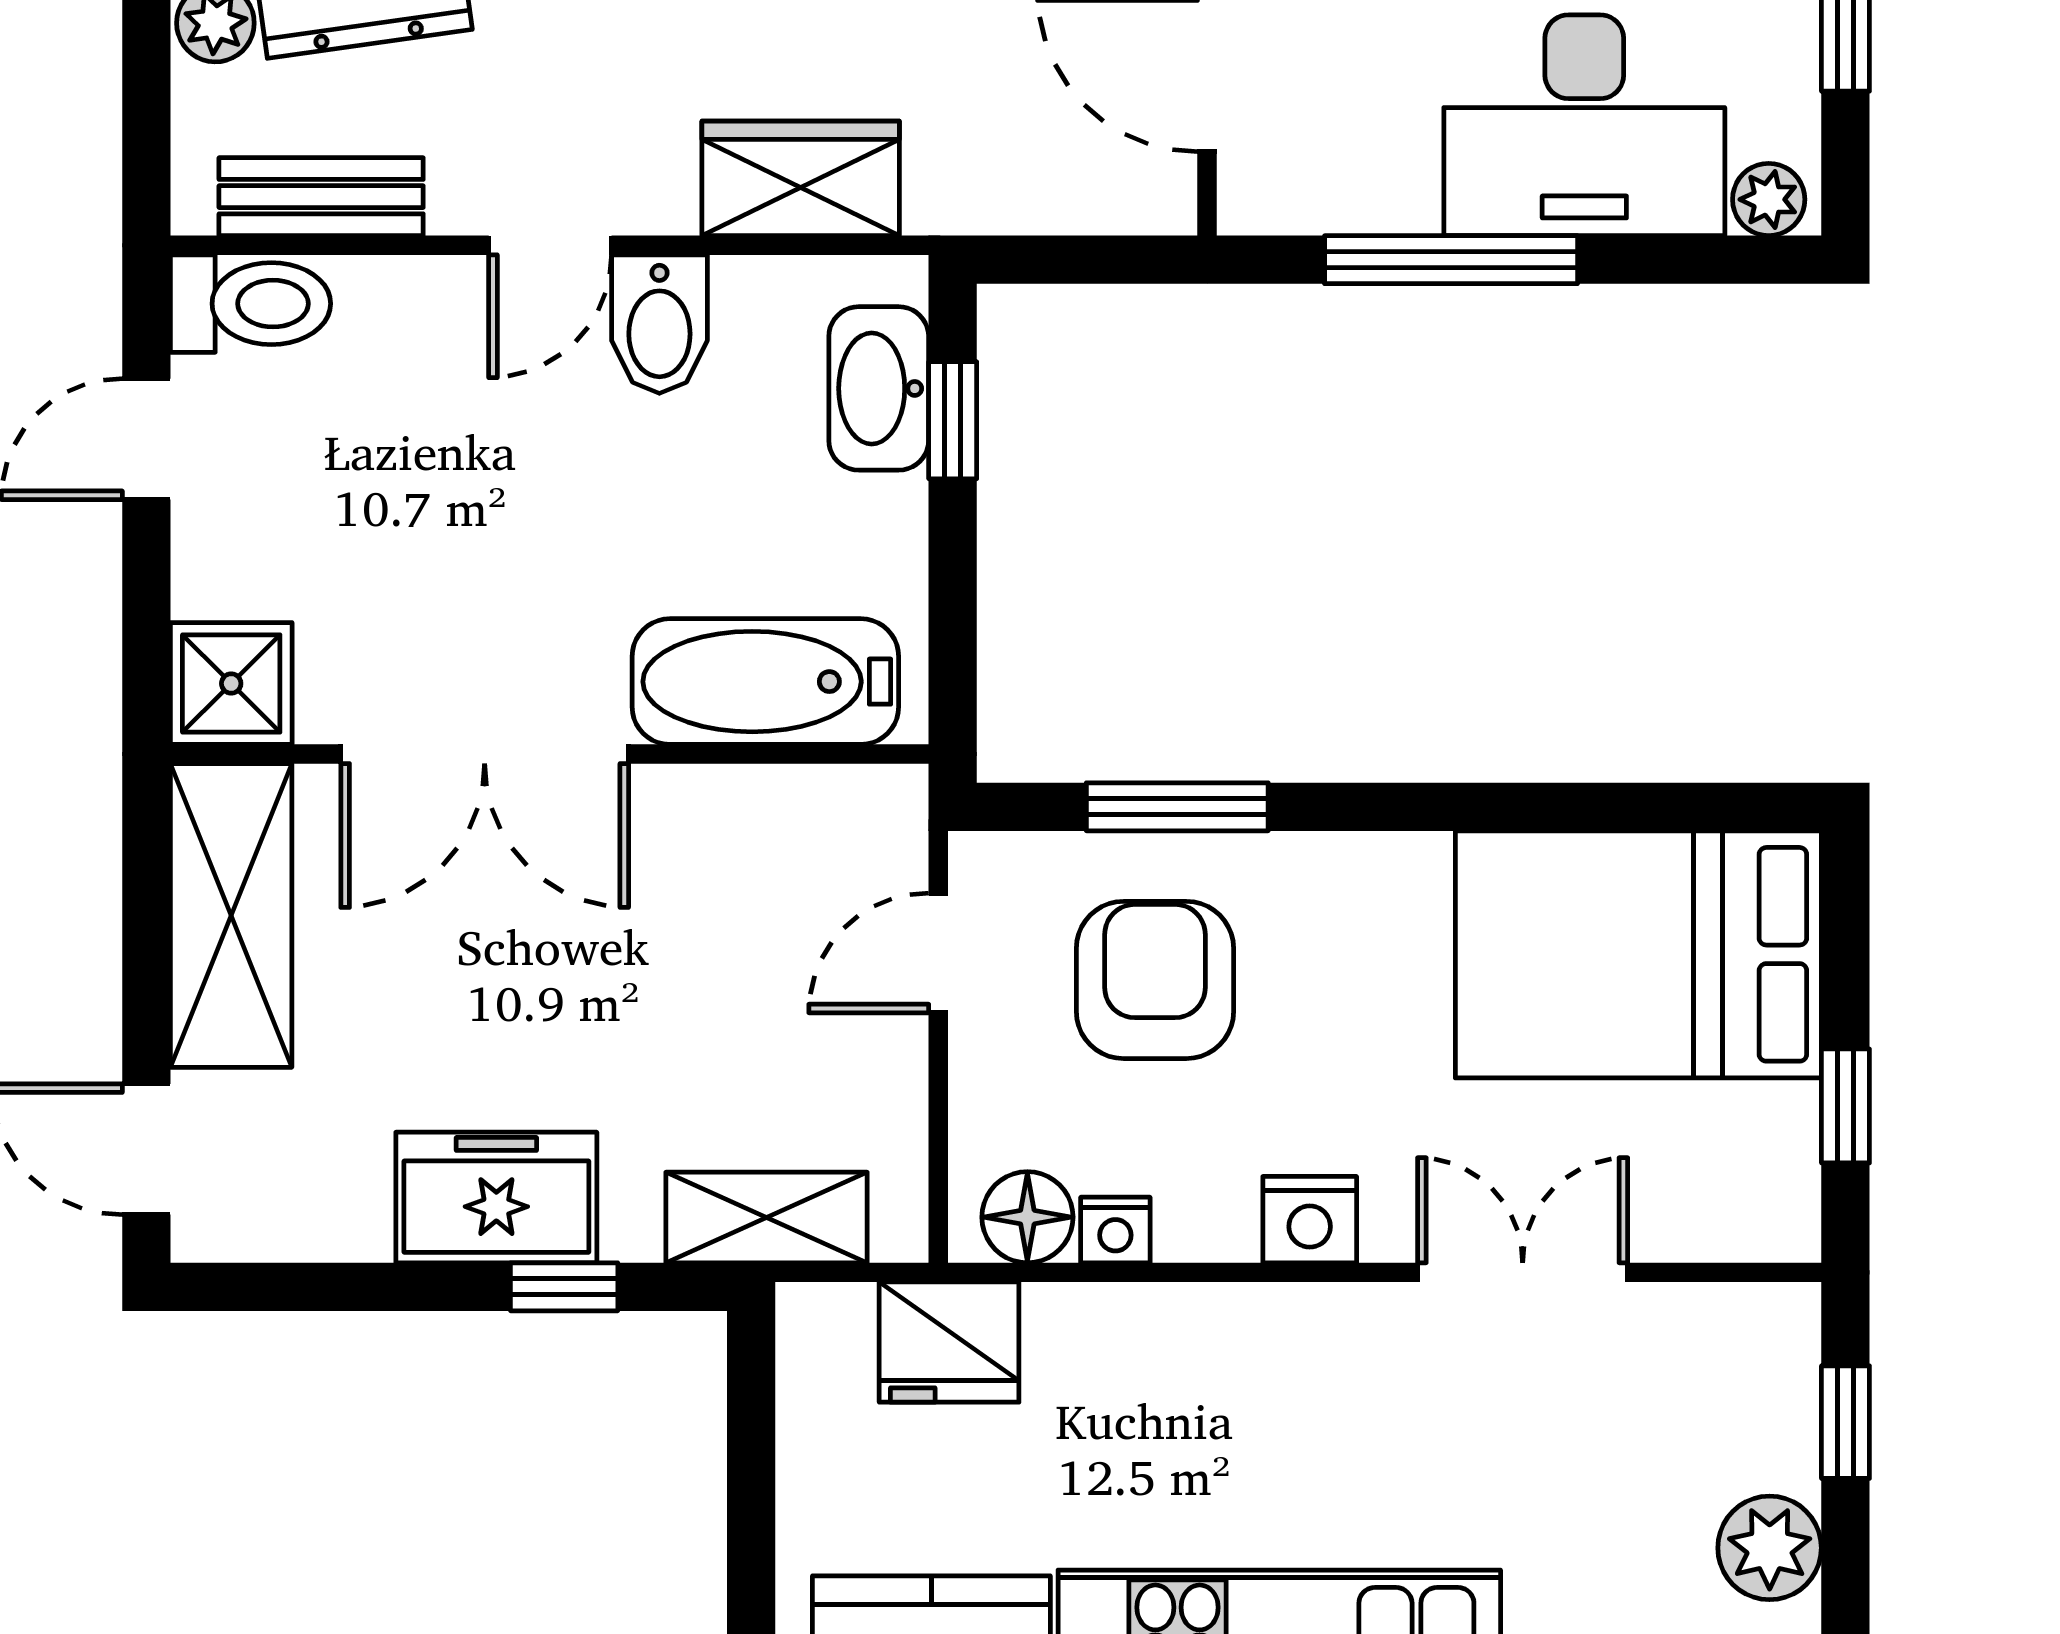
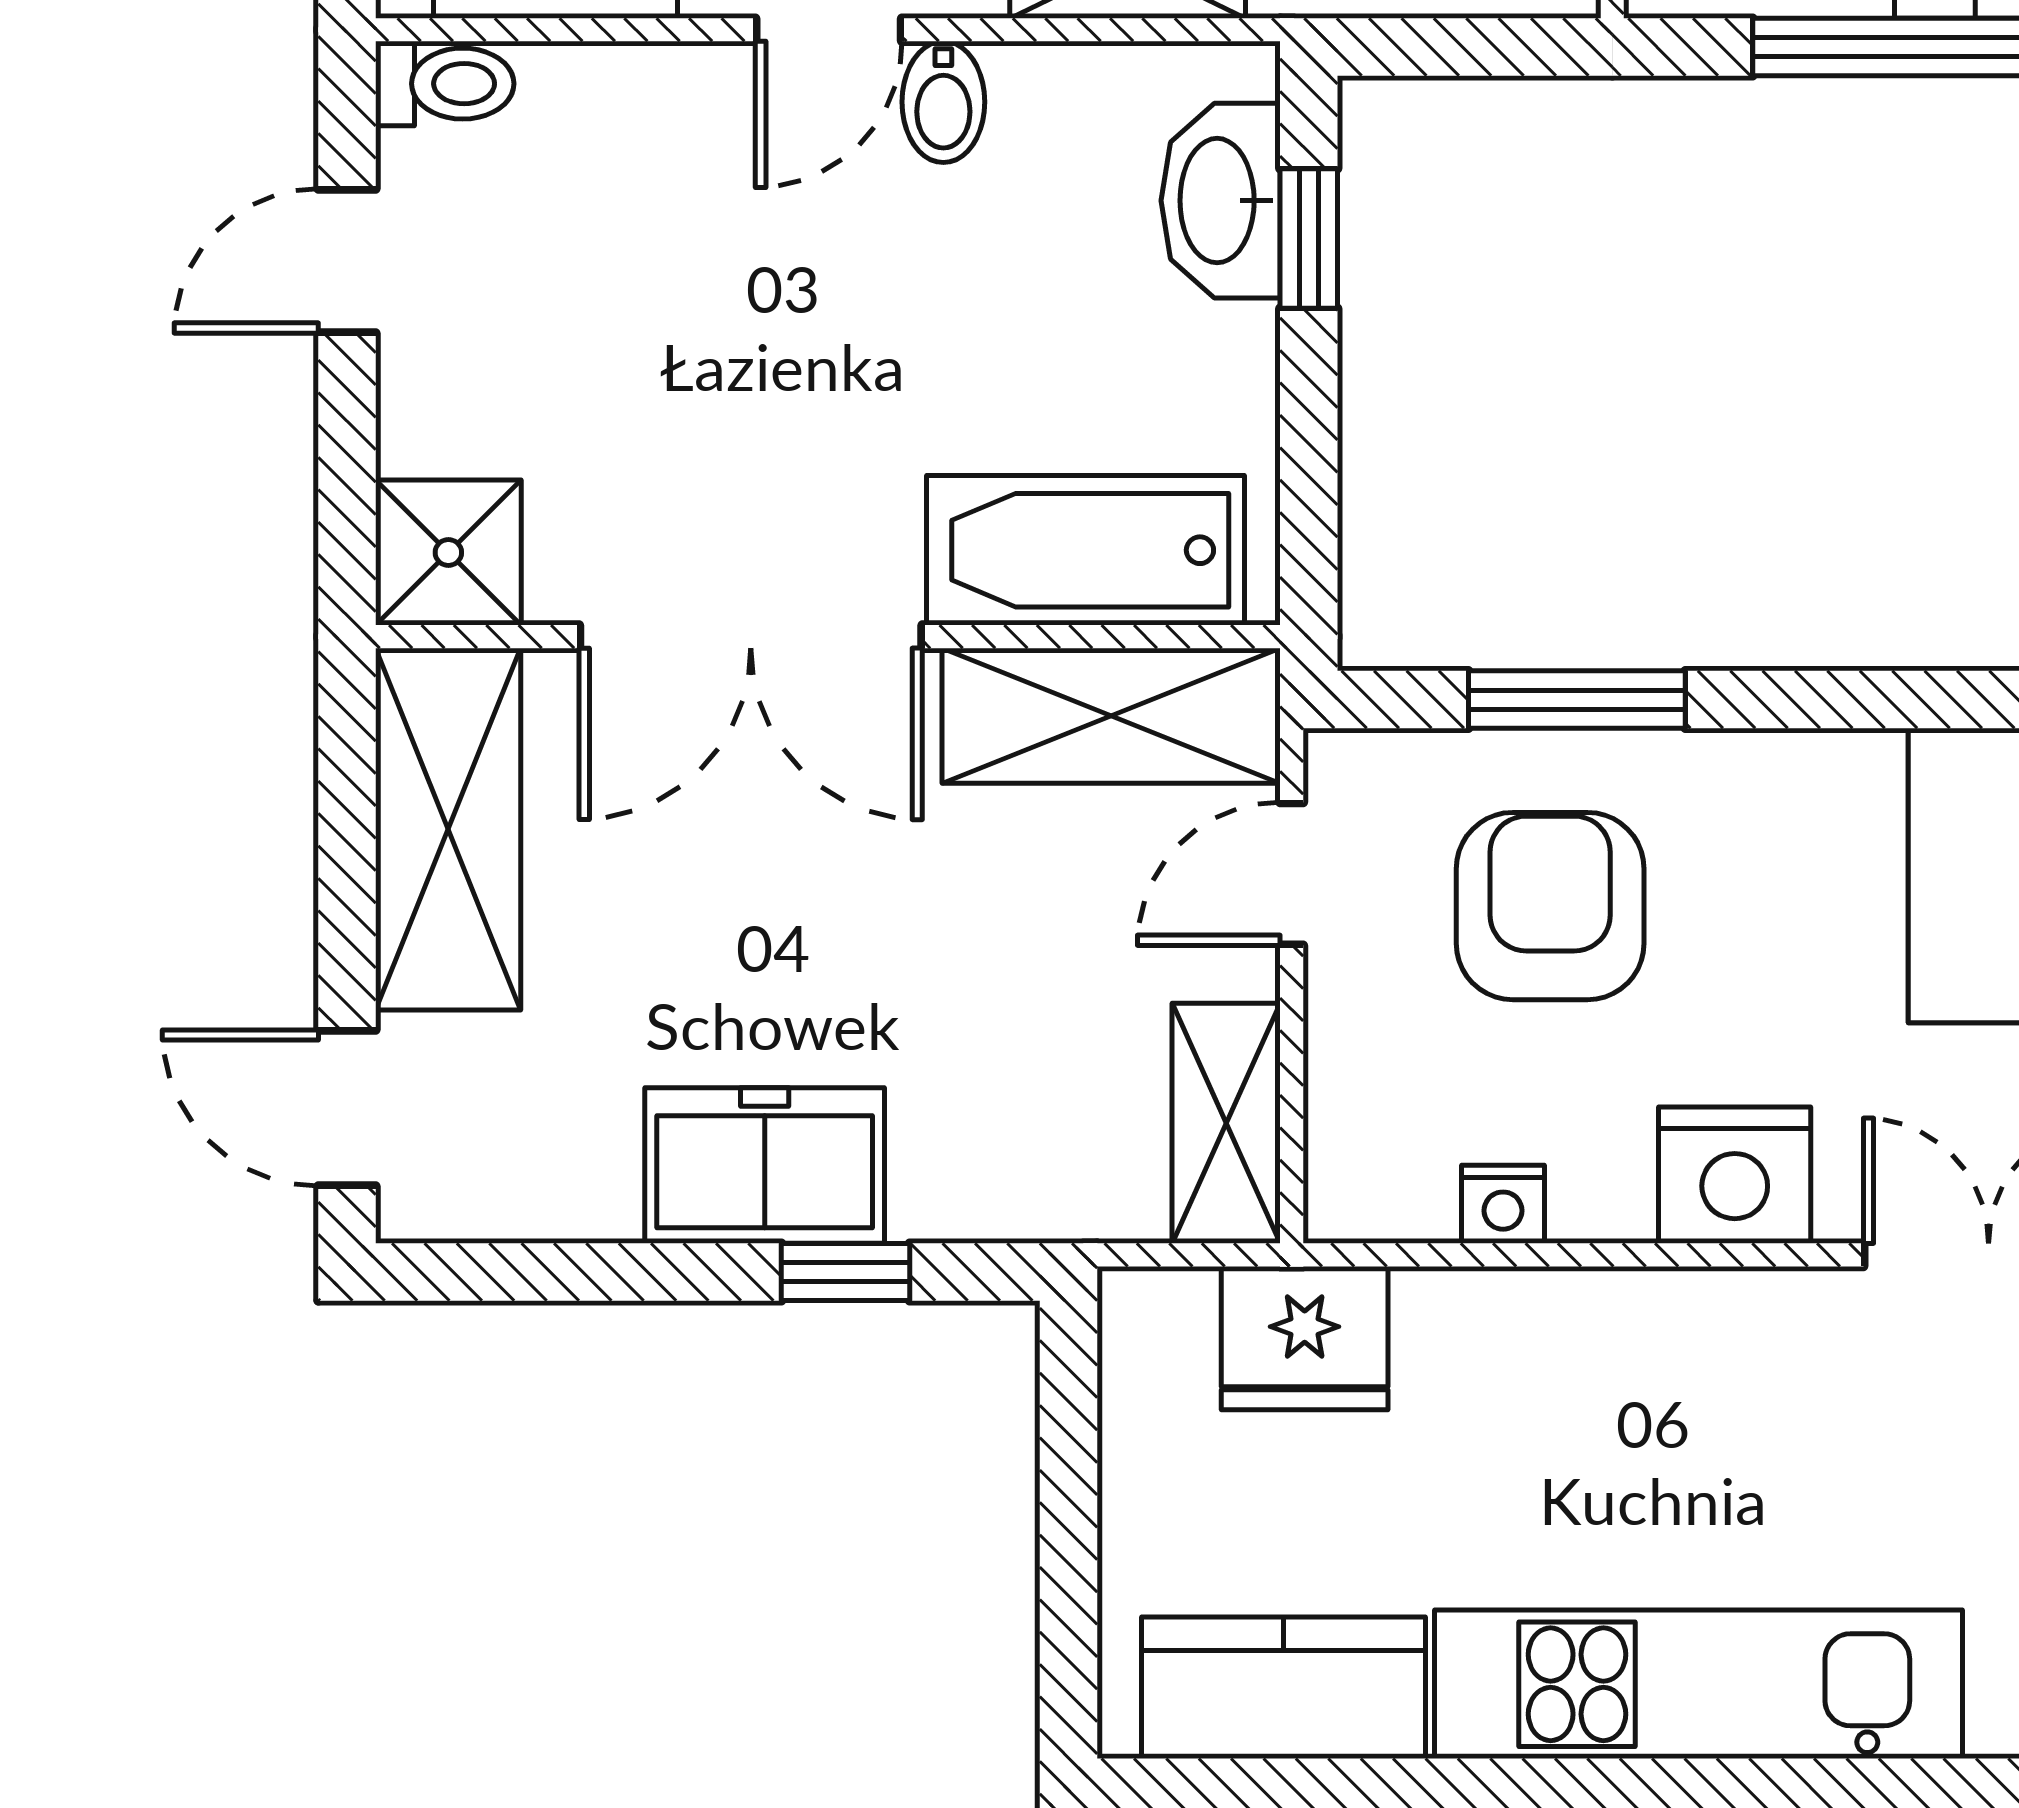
toilet: (251, 304) -> (445, 84), width x0.73, depth x0.72
bidet: (659, 324) -> (943, 102), width x0.72, depth x0.74
shelving: (787, 820) -> (1111, 716), added
shelving: (767, 1217) -> (1226, 1123), moved, turned 90
floor lamp: (1027, 1217) -> (1398, 1189), removed
nightstand: (1310, 1220) -> (1735, 1175), width x1.36, depth x1.33

